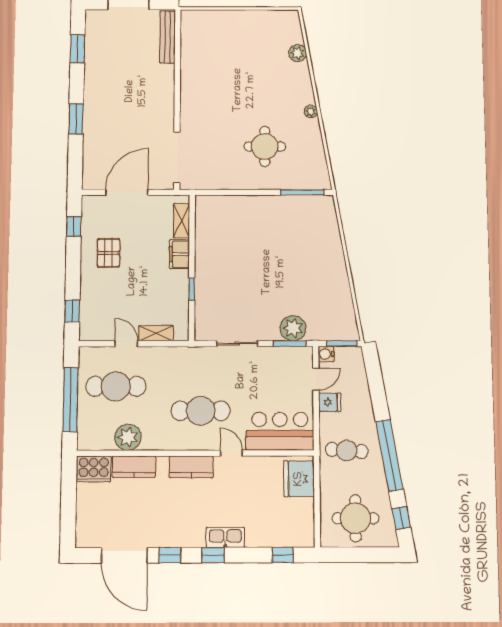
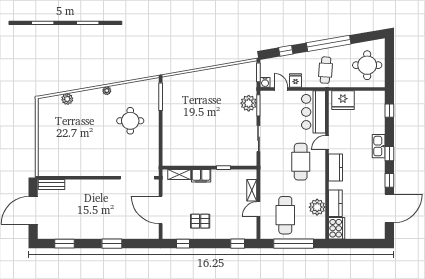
bench: (168, 37) -> (52, 185), width x0.73
window: (401, 518) -> (286, 51), moved

